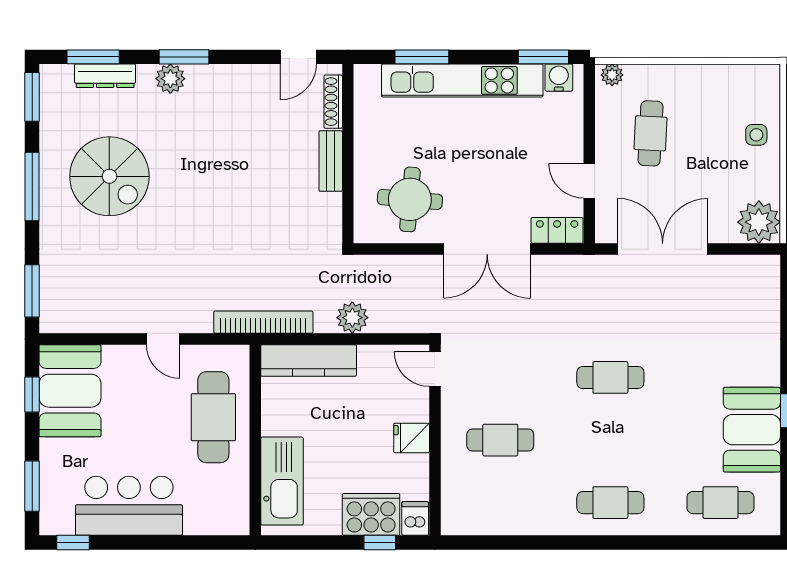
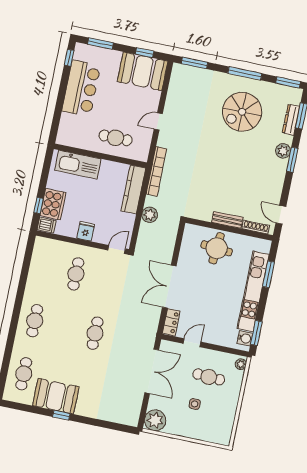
side table: (756, 135) -> (195, 404), moved
round table: (410, 199) -> (217, 248), moved
cafe table: (213, 417) -> (116, 138), width x0.73, depth x0.74

